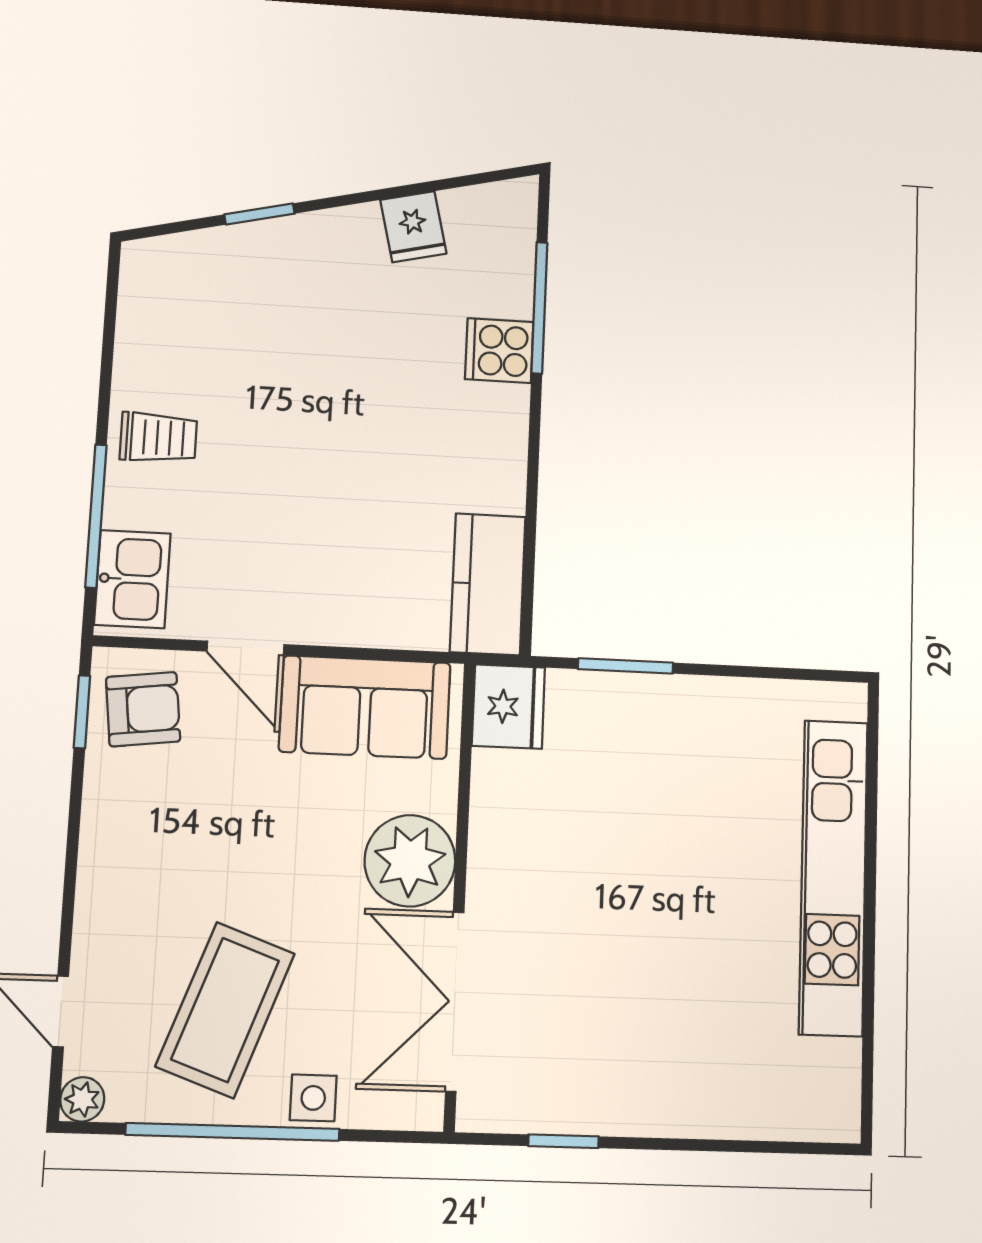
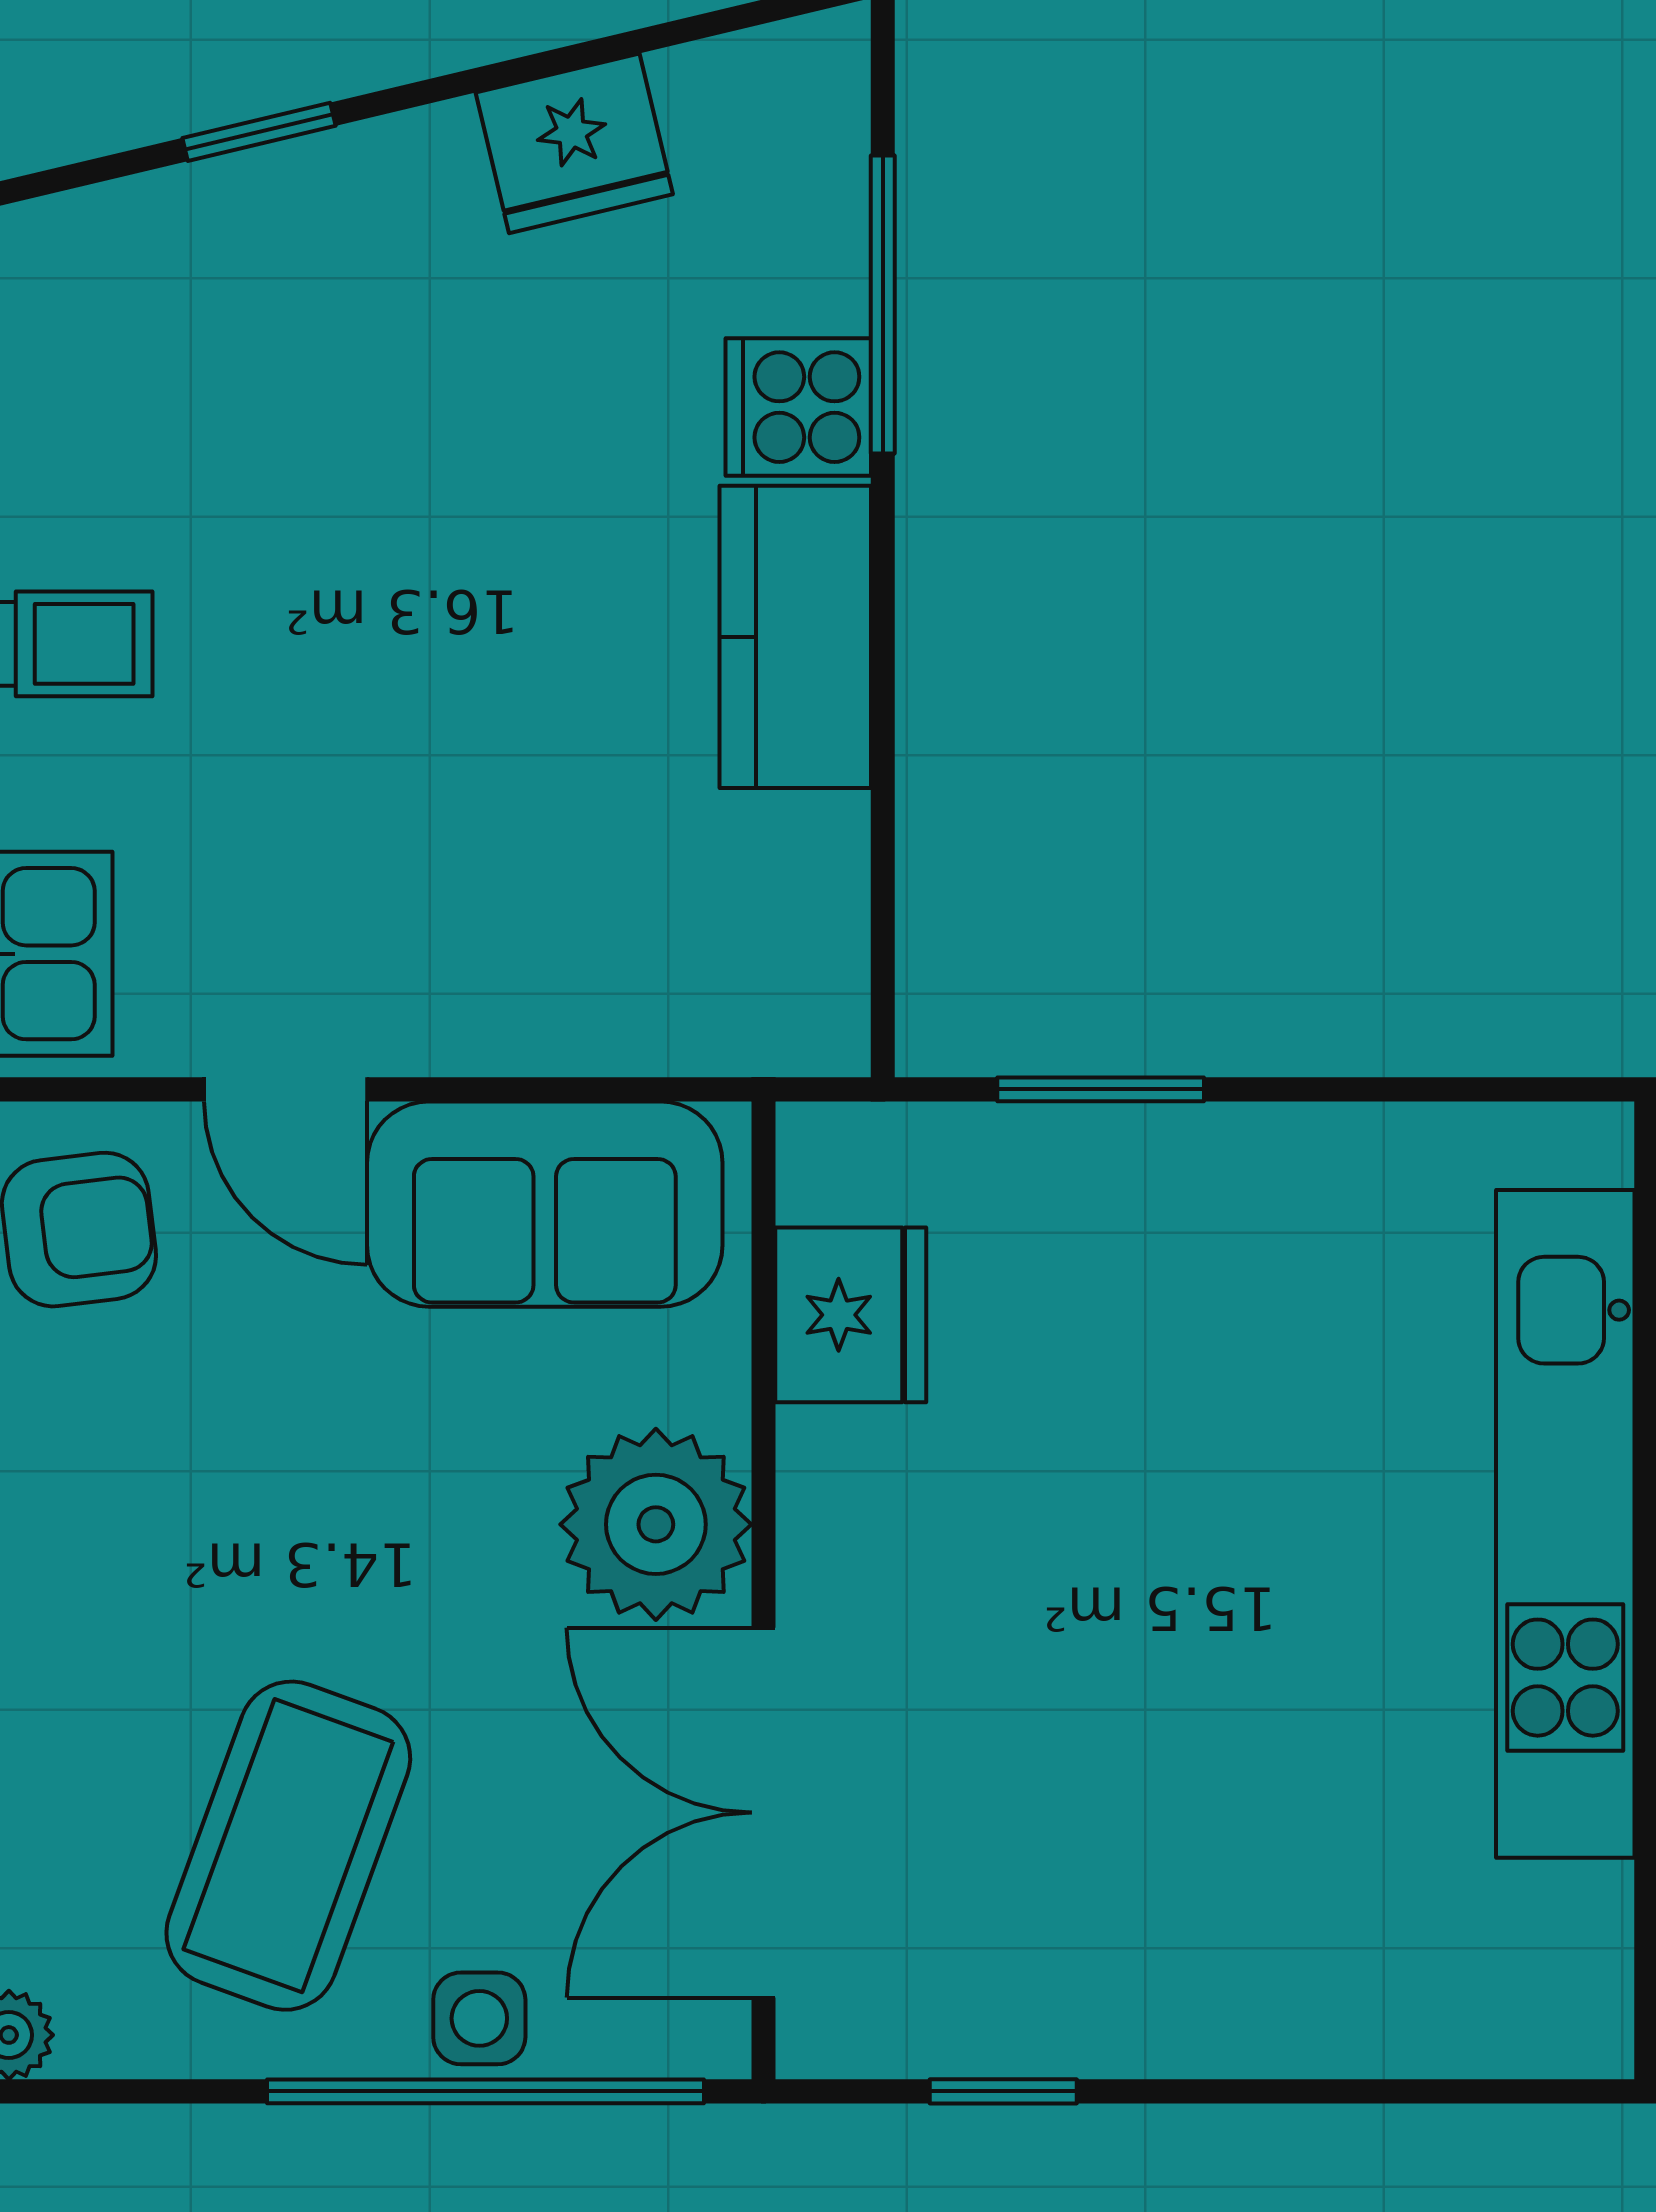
fridge: (413, 227) -> (574, 143), width x1.38
kitchen counter: (488, 584) -> (795, 637), moved
fridge: (508, 707) -> (851, 1315), moved
window: (233, 1132) -> (486, 2091), moved

